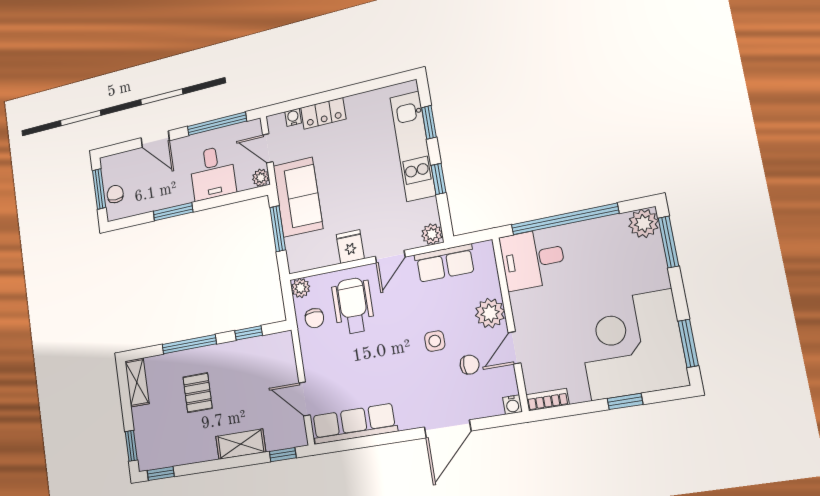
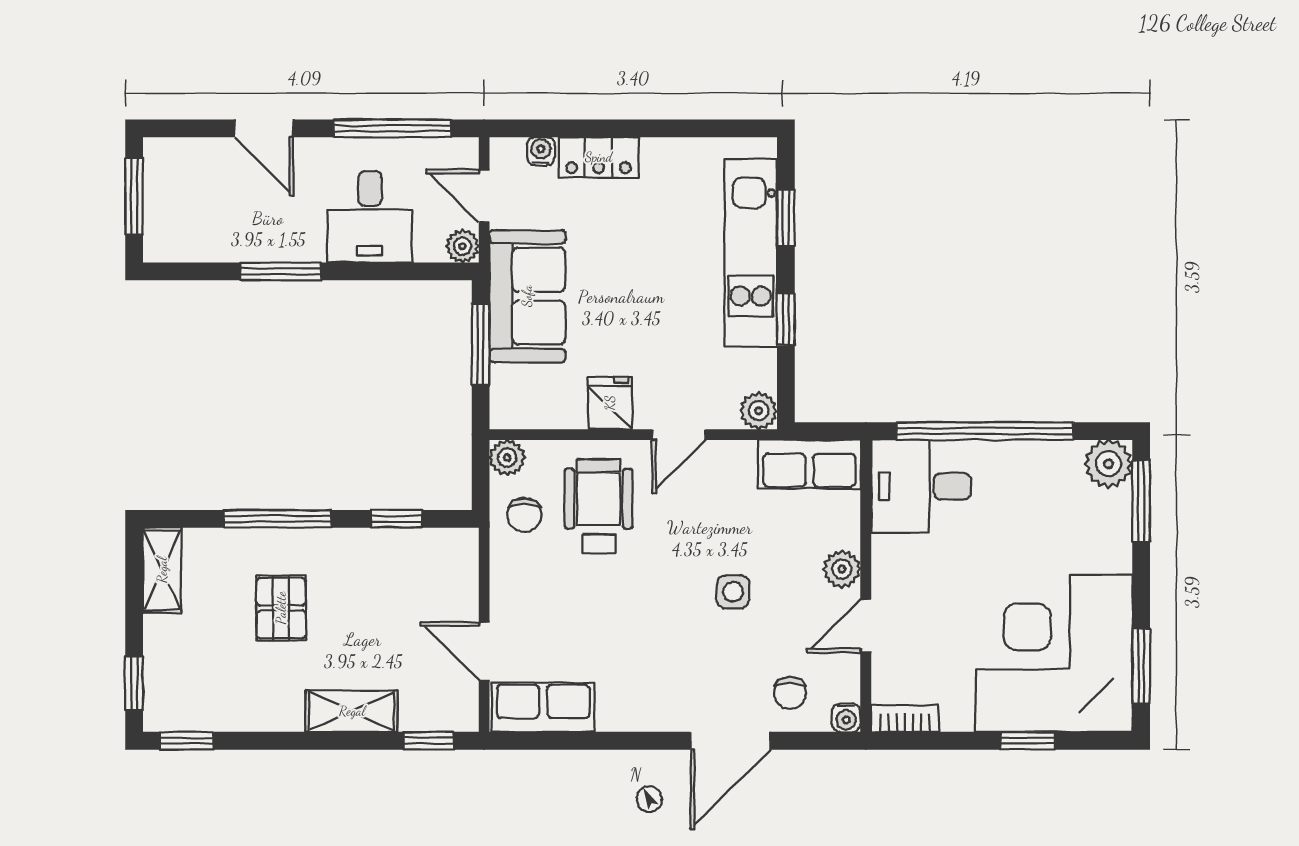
chair: (115, 194) -> (166, 213), removed
row of seats: (445, 263) -> (809, 464), moved
plant: (490, 313) -> (842, 569), width x0.73, depth x0.73
chair: (470, 365) -> (790, 693), moved, turned 90
row of seats: (354, 424) -> (543, 707), width x0.68

